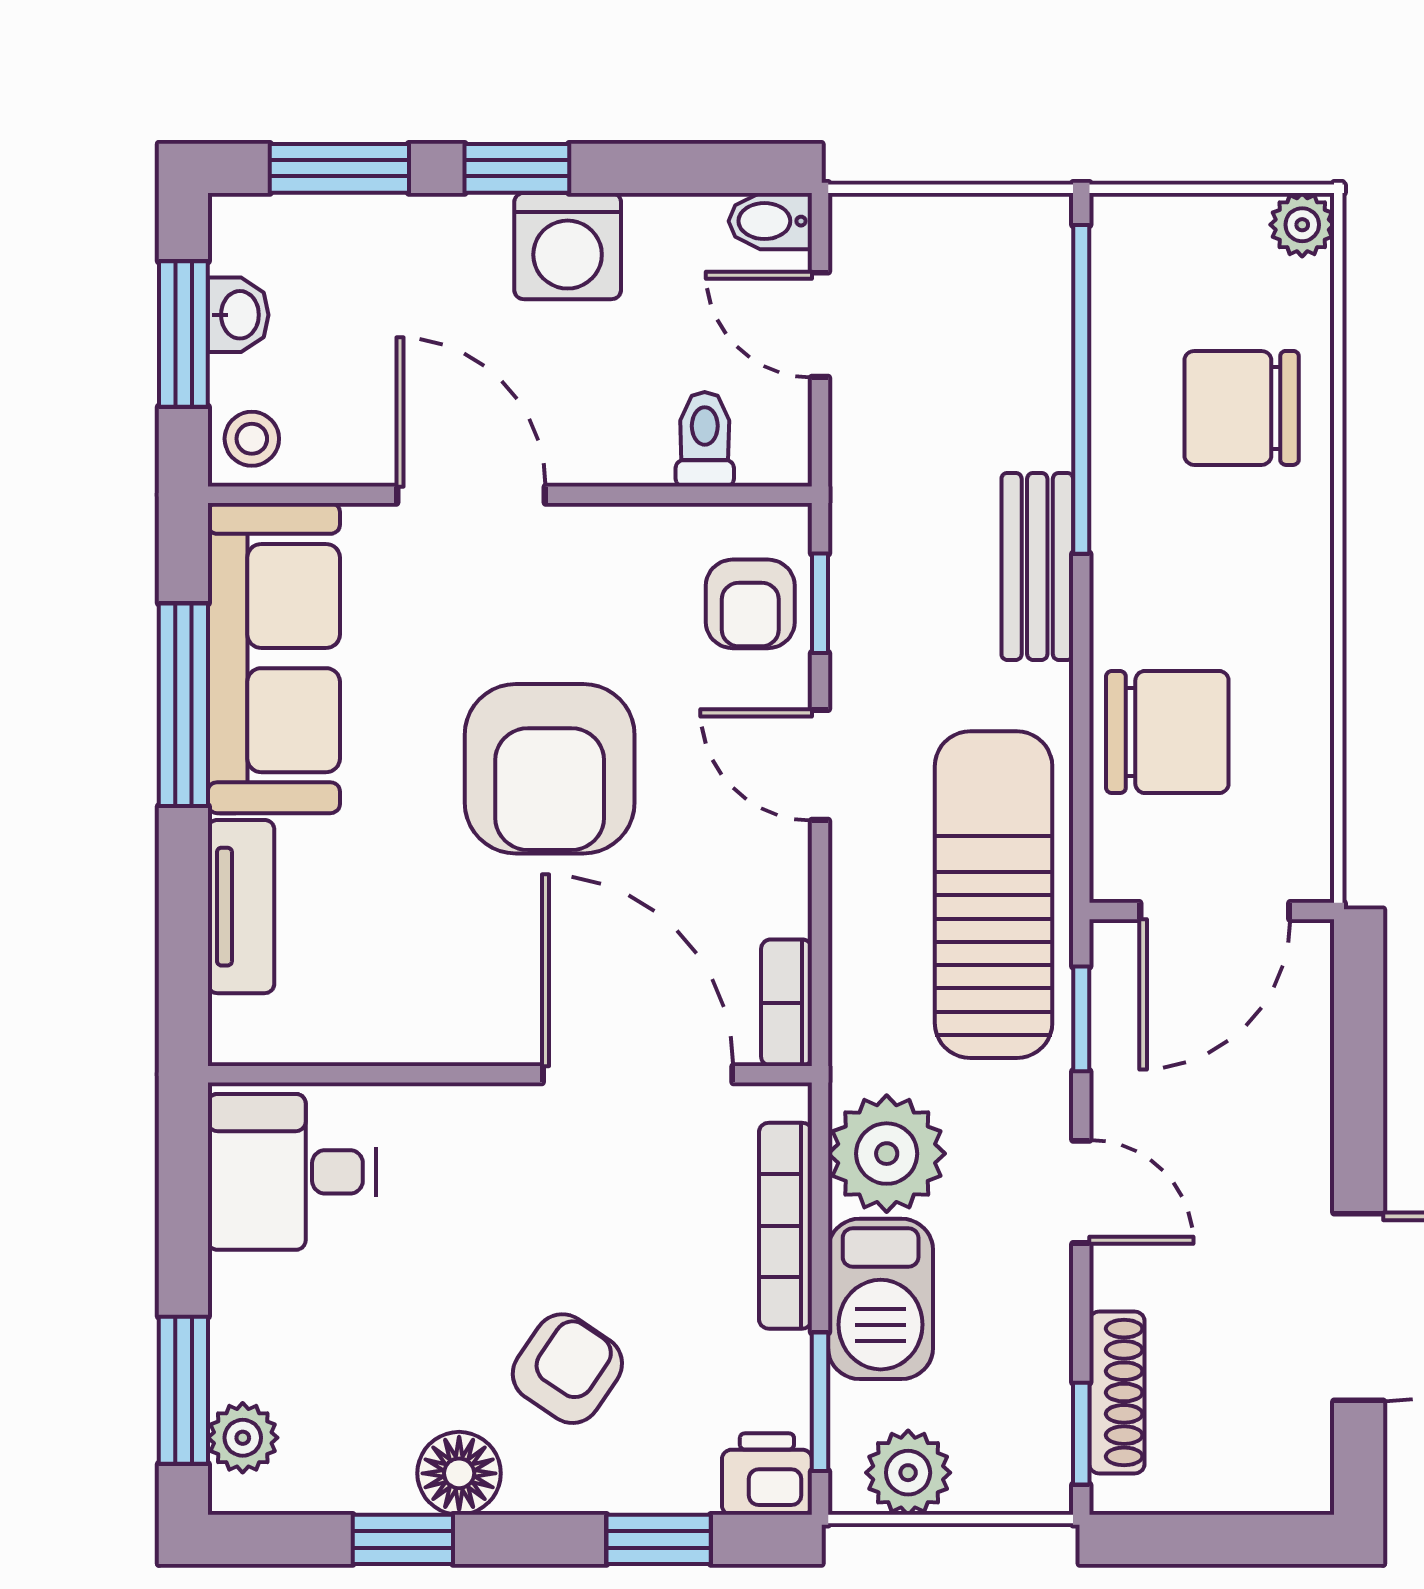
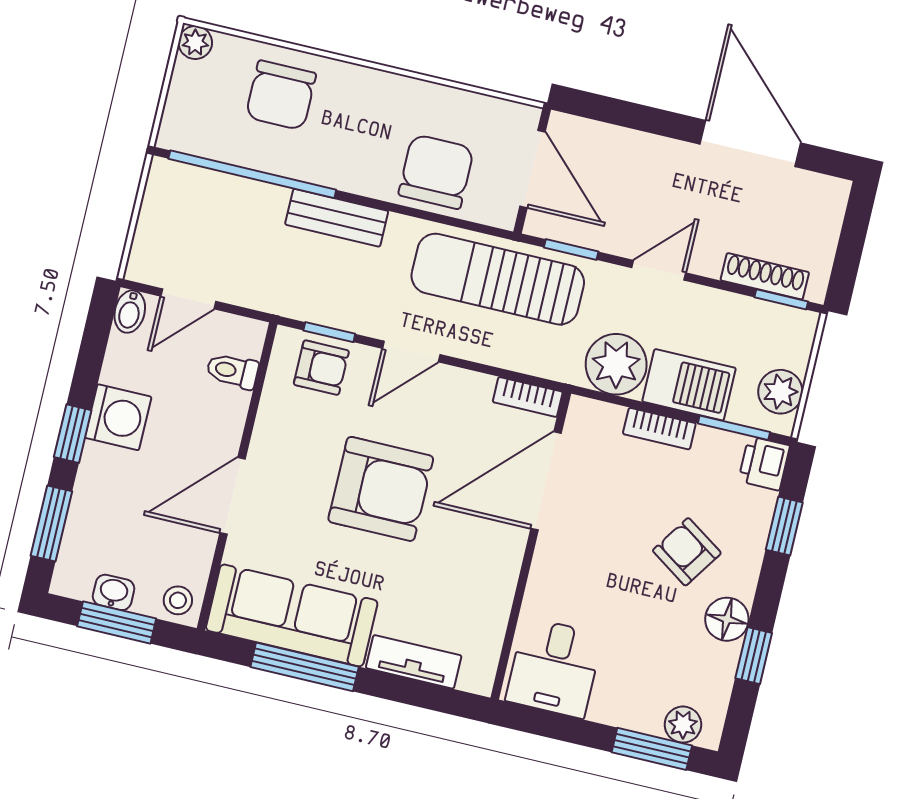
bookcase: (785, 1226) -> (659, 429), width x0.64

